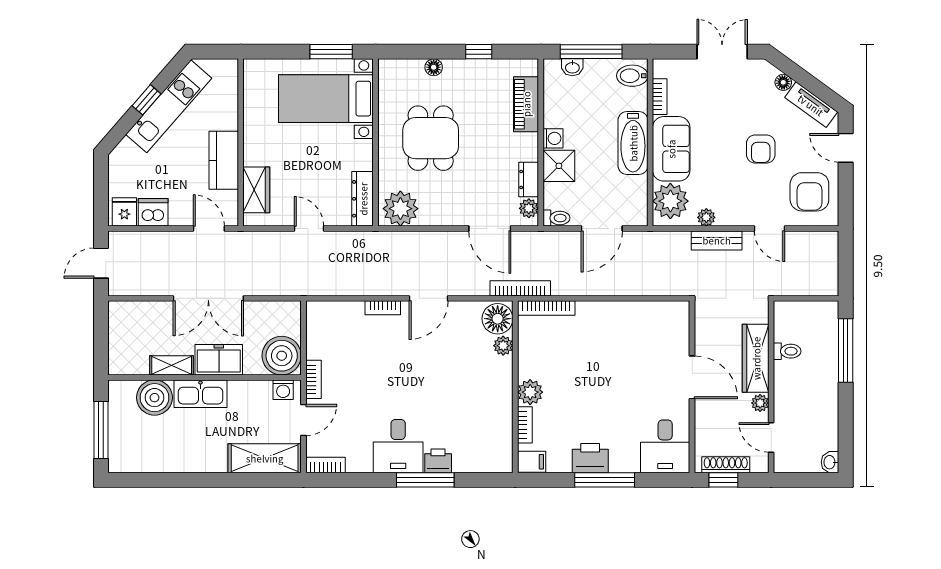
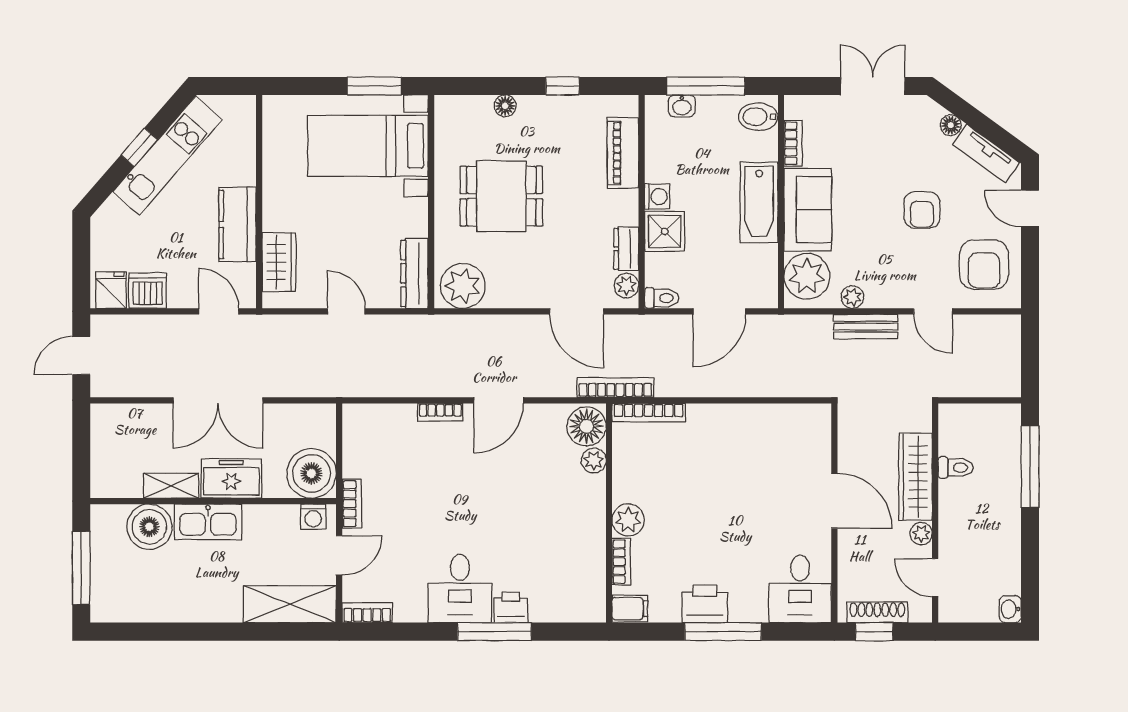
dining table: (431, 138) -> (501, 196), turned 90

